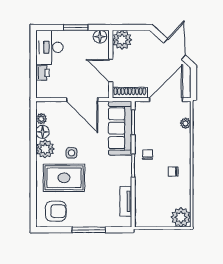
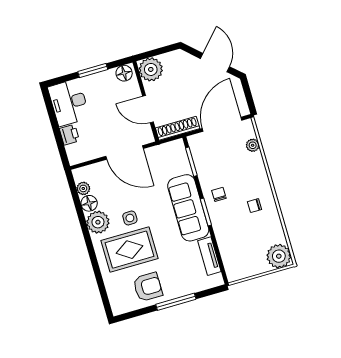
sofa: (120, 128) -> (188, 208), moved
armchair: (56, 211) -> (148, 287), moved

